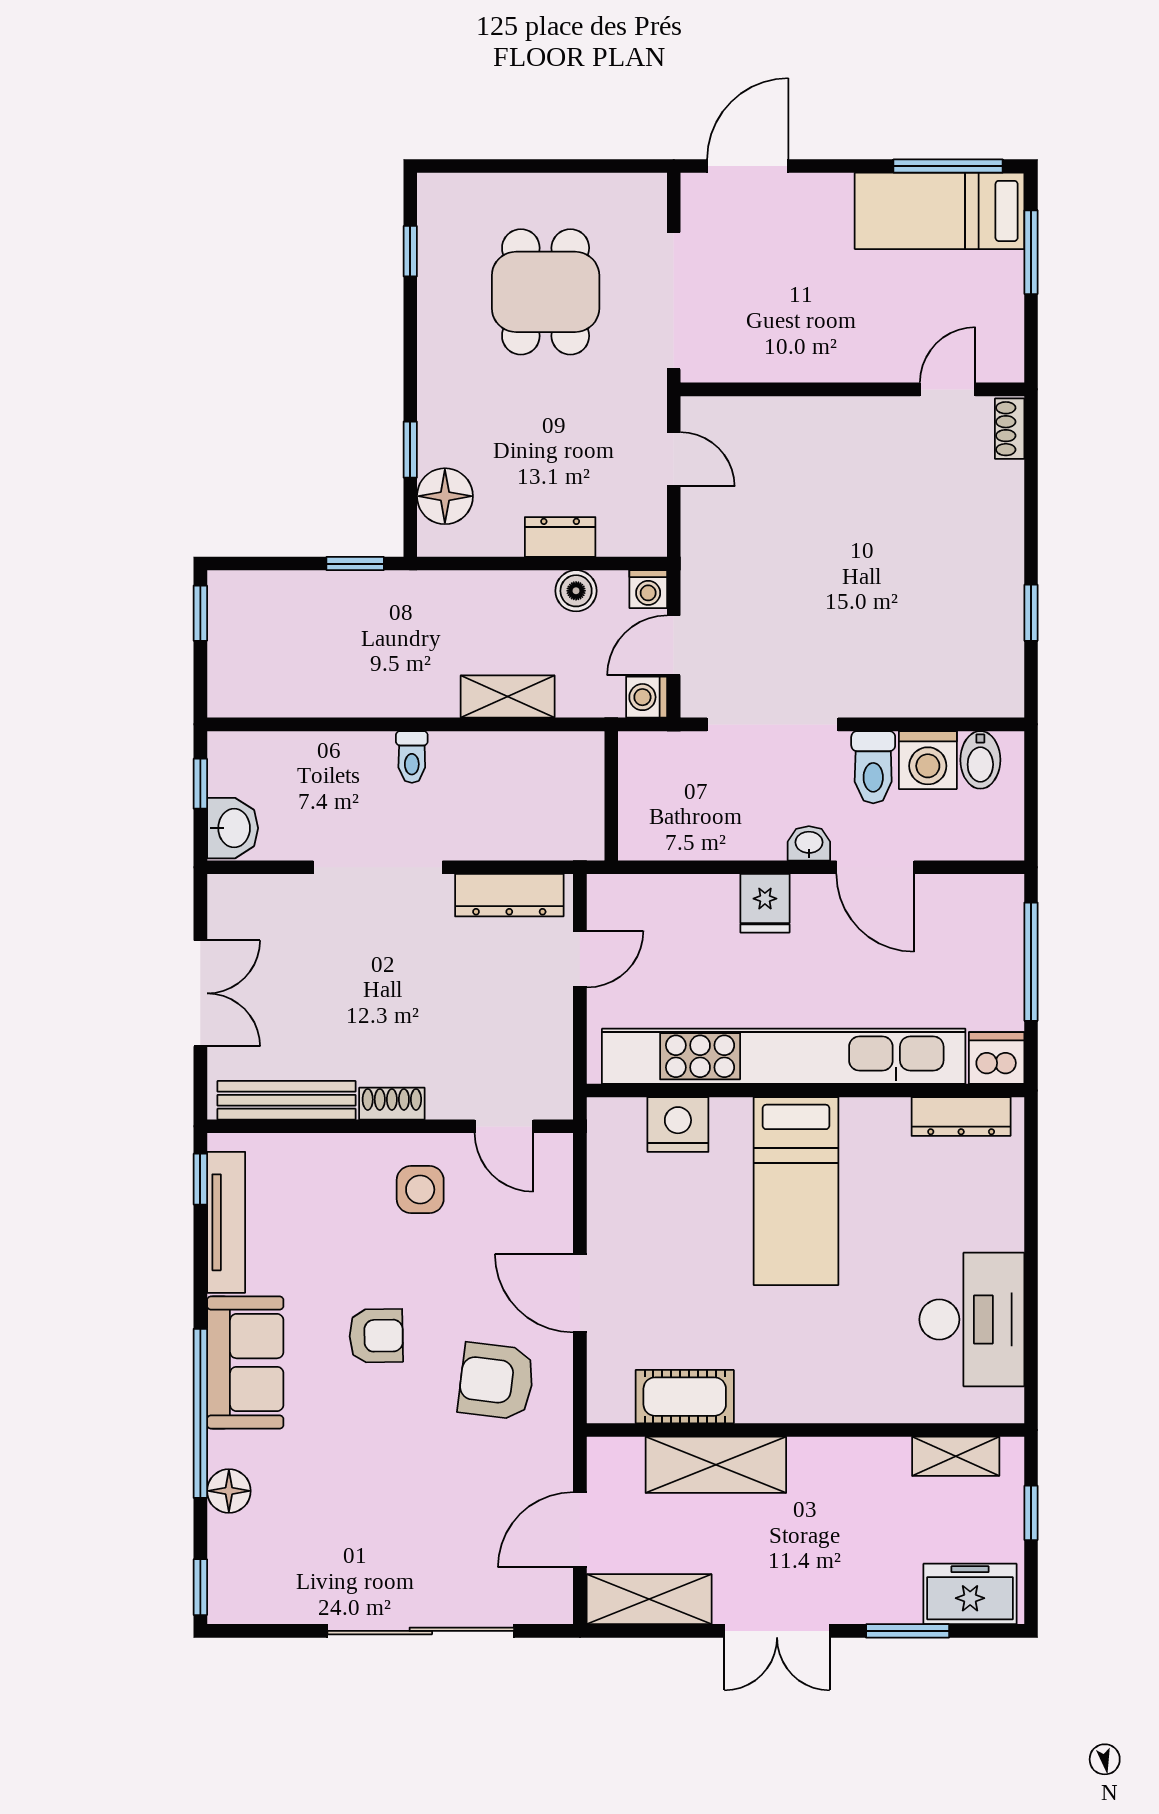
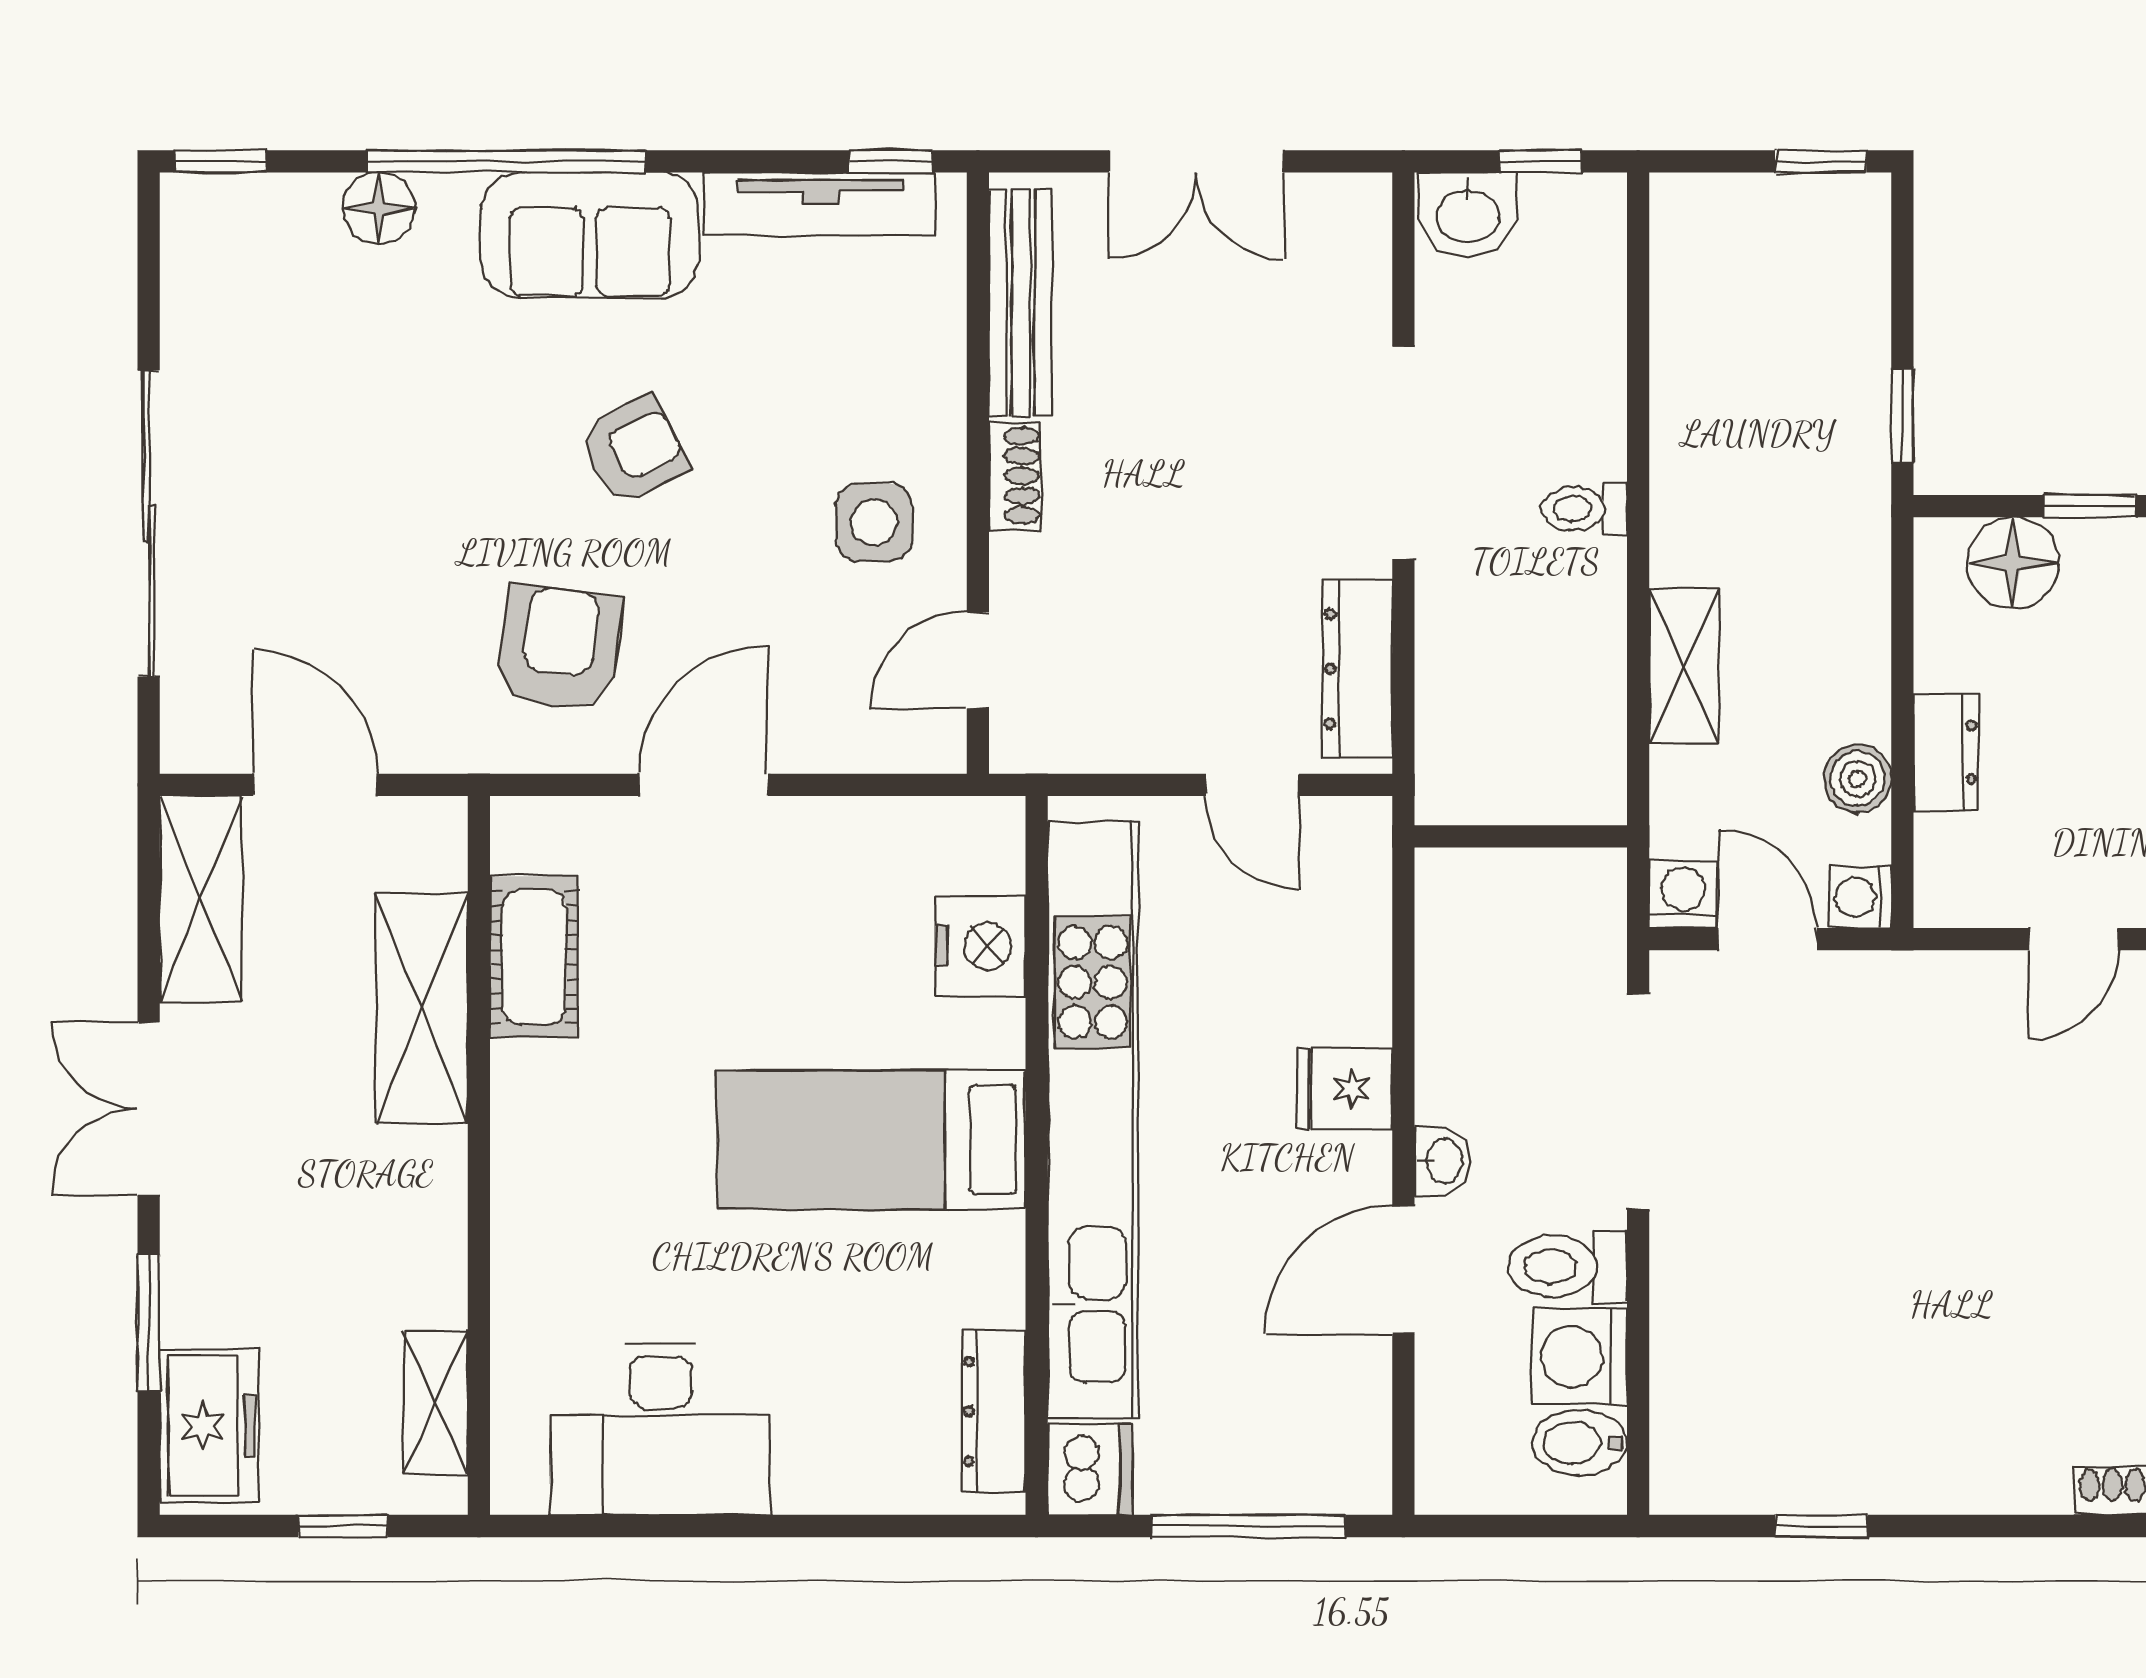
armchair: (376, 1336) -> (634, 450), turned -116

